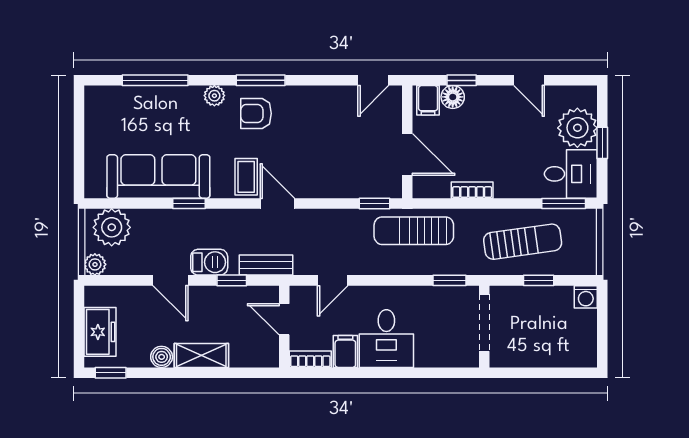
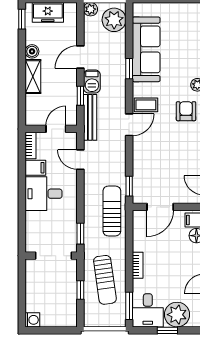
bookcase: (472, 190) -> (138, 265), moved
bench: (266, 265) -> (90, 117), width x1.36
washing machine: (586, 297) -> (32, 320), moved, turned 180

